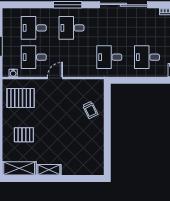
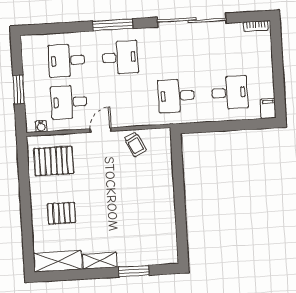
desk: (71, 28) -> (120, 57), turned 180
desk: (147, 57) -> (230, 93), turned 180
trolley: (90, 110) -> (135, 144), moved
window: (72, 178) -> (134, 271), added

